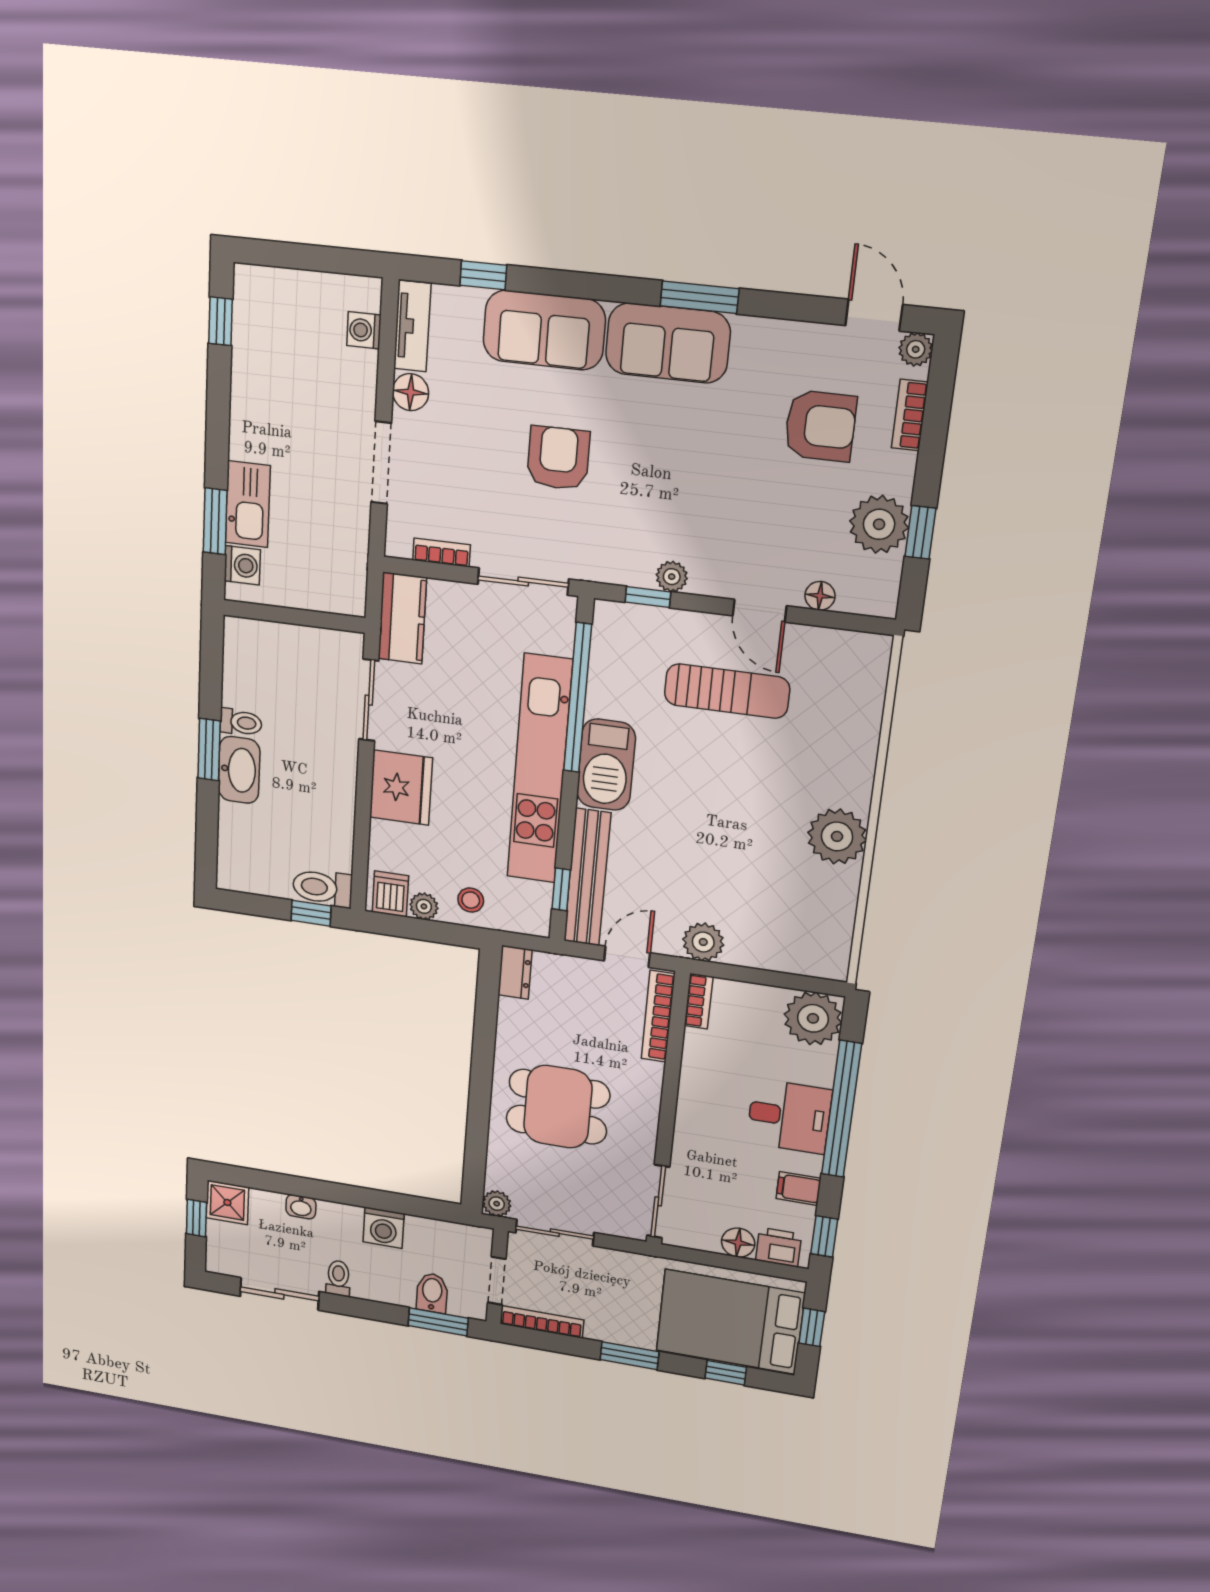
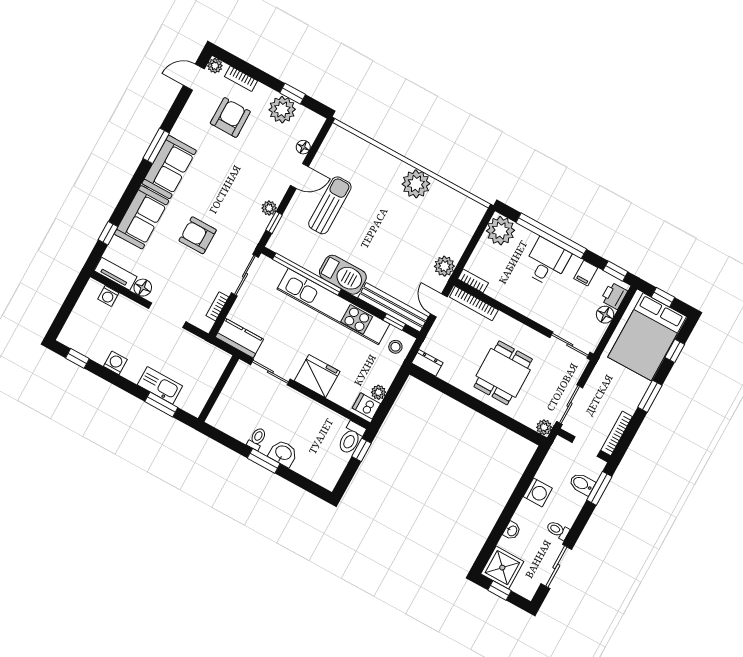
washing machine: (242, 565) -> (115, 363), moved
washbasin: (239, 770) -> (283, 453), width x0.72
stool: (471, 900) -> (395, 347), moved
shower: (227, 1202) -> (502, 568), width x1.36, depth x1.36

